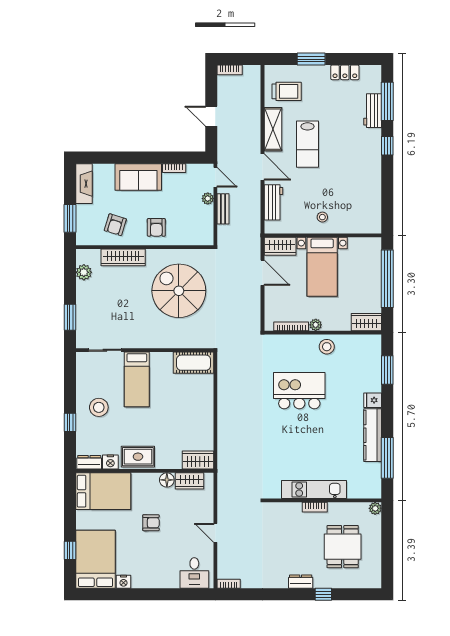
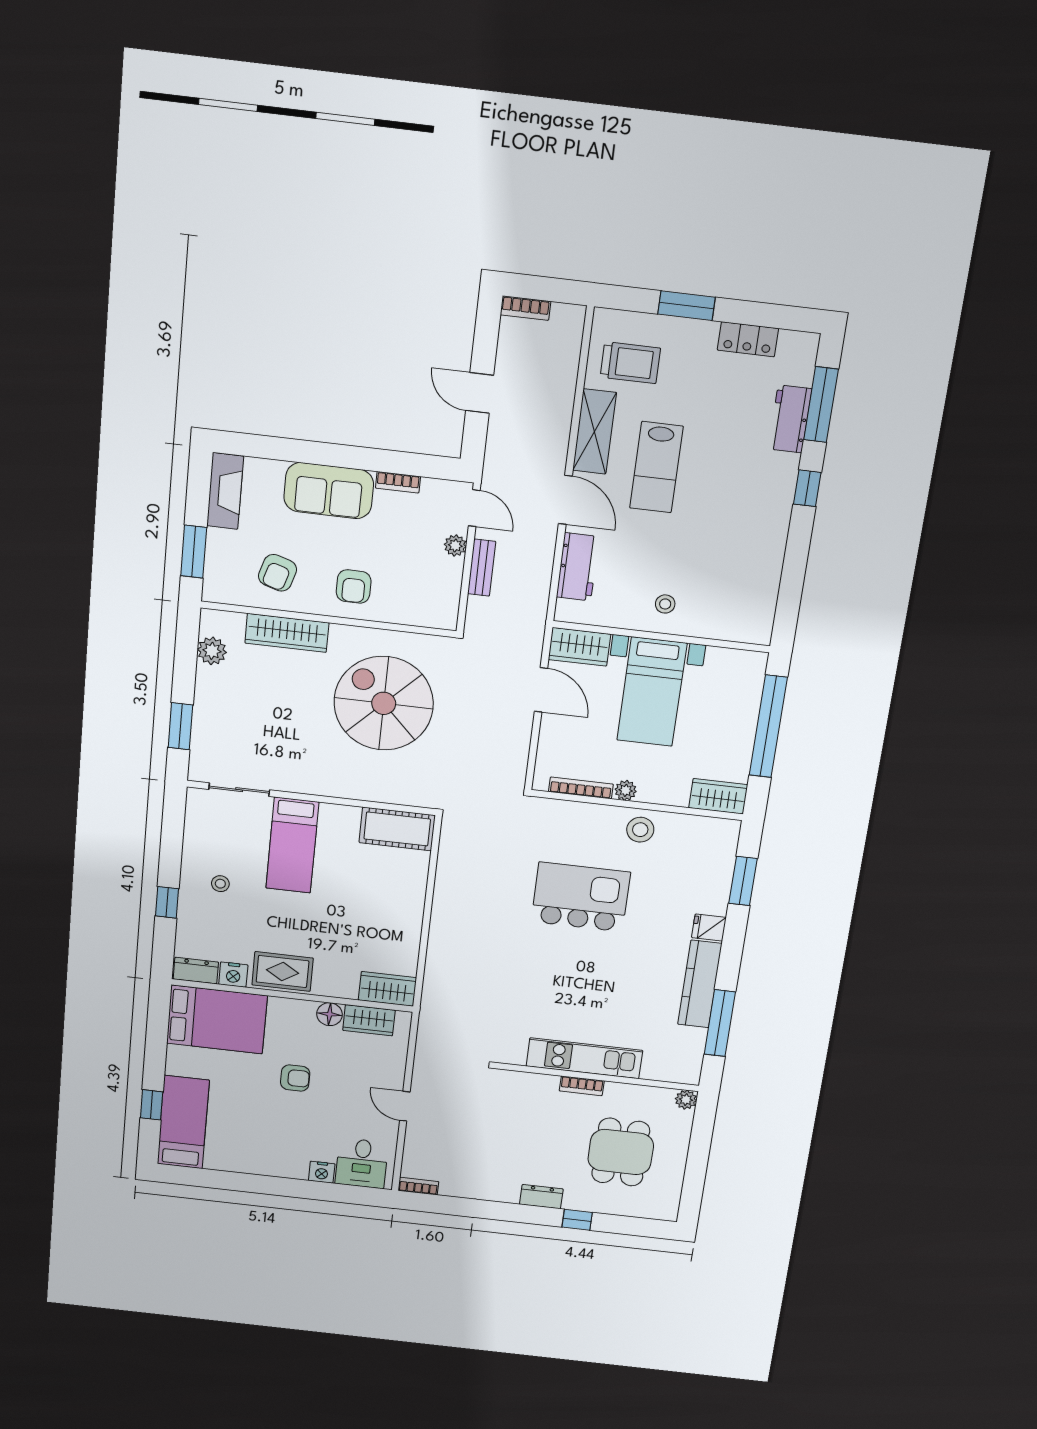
stool: (99, 407) -> (220, 884), width x0.53, depth x0.53
bed: (95, 559) -> (183, 1122), width x0.67
nightstand: (123, 582) -> (322, 1172), moved

